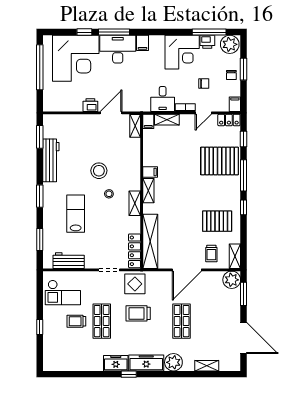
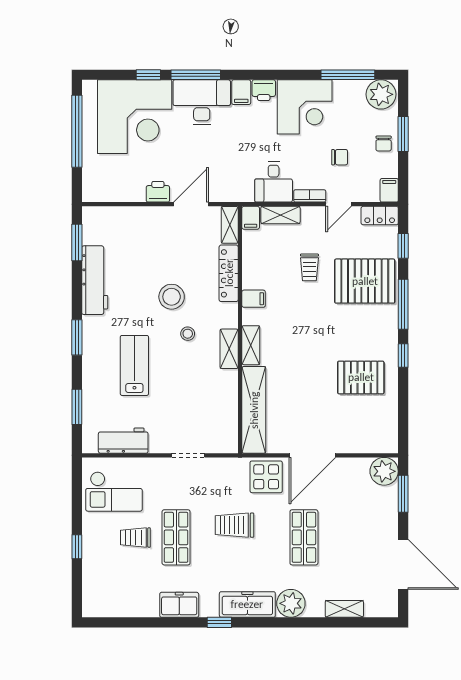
printer: (207, 42) -> (264, 90), moved
shelving: (148, 191) -> (251, 345), moved
locker: (135, 251) -> (229, 273), moved
trolley: (211, 254) -> (309, 267), moved
shelving: (235, 256) -> (389, 434), removed
display table: (135, 284) -> (266, 477), moved
freezer: (116, 363) -> (179, 605), moved

